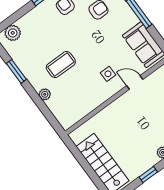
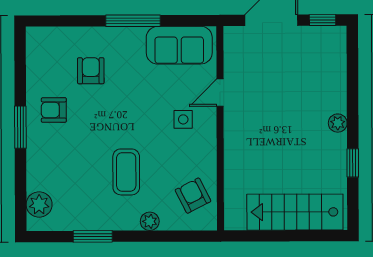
armchair: (73, 107) -> (193, 196), added

